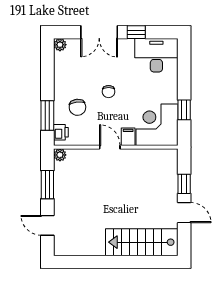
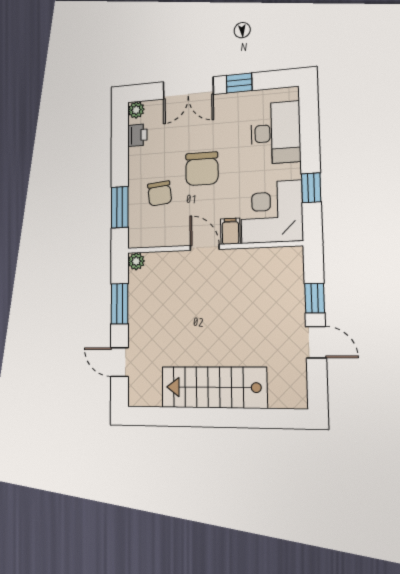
desk: (156, 55) -> (276, 133), moved, turned 90
chair: (109, 92) -> (202, 169), width x1.87, depth x1.87
printer: (61, 132) -> (137, 135), moved
stairs: (142, 242) -> (214, 387), moved

